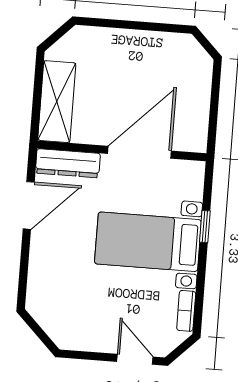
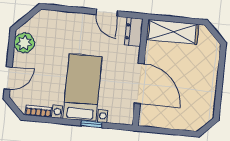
dresser: (68, 163) -> (134, 32), width x0.70
door: (29, 205) -> (107, 13), width x0.73
plant: (79, 335) -> (24, 43), added

